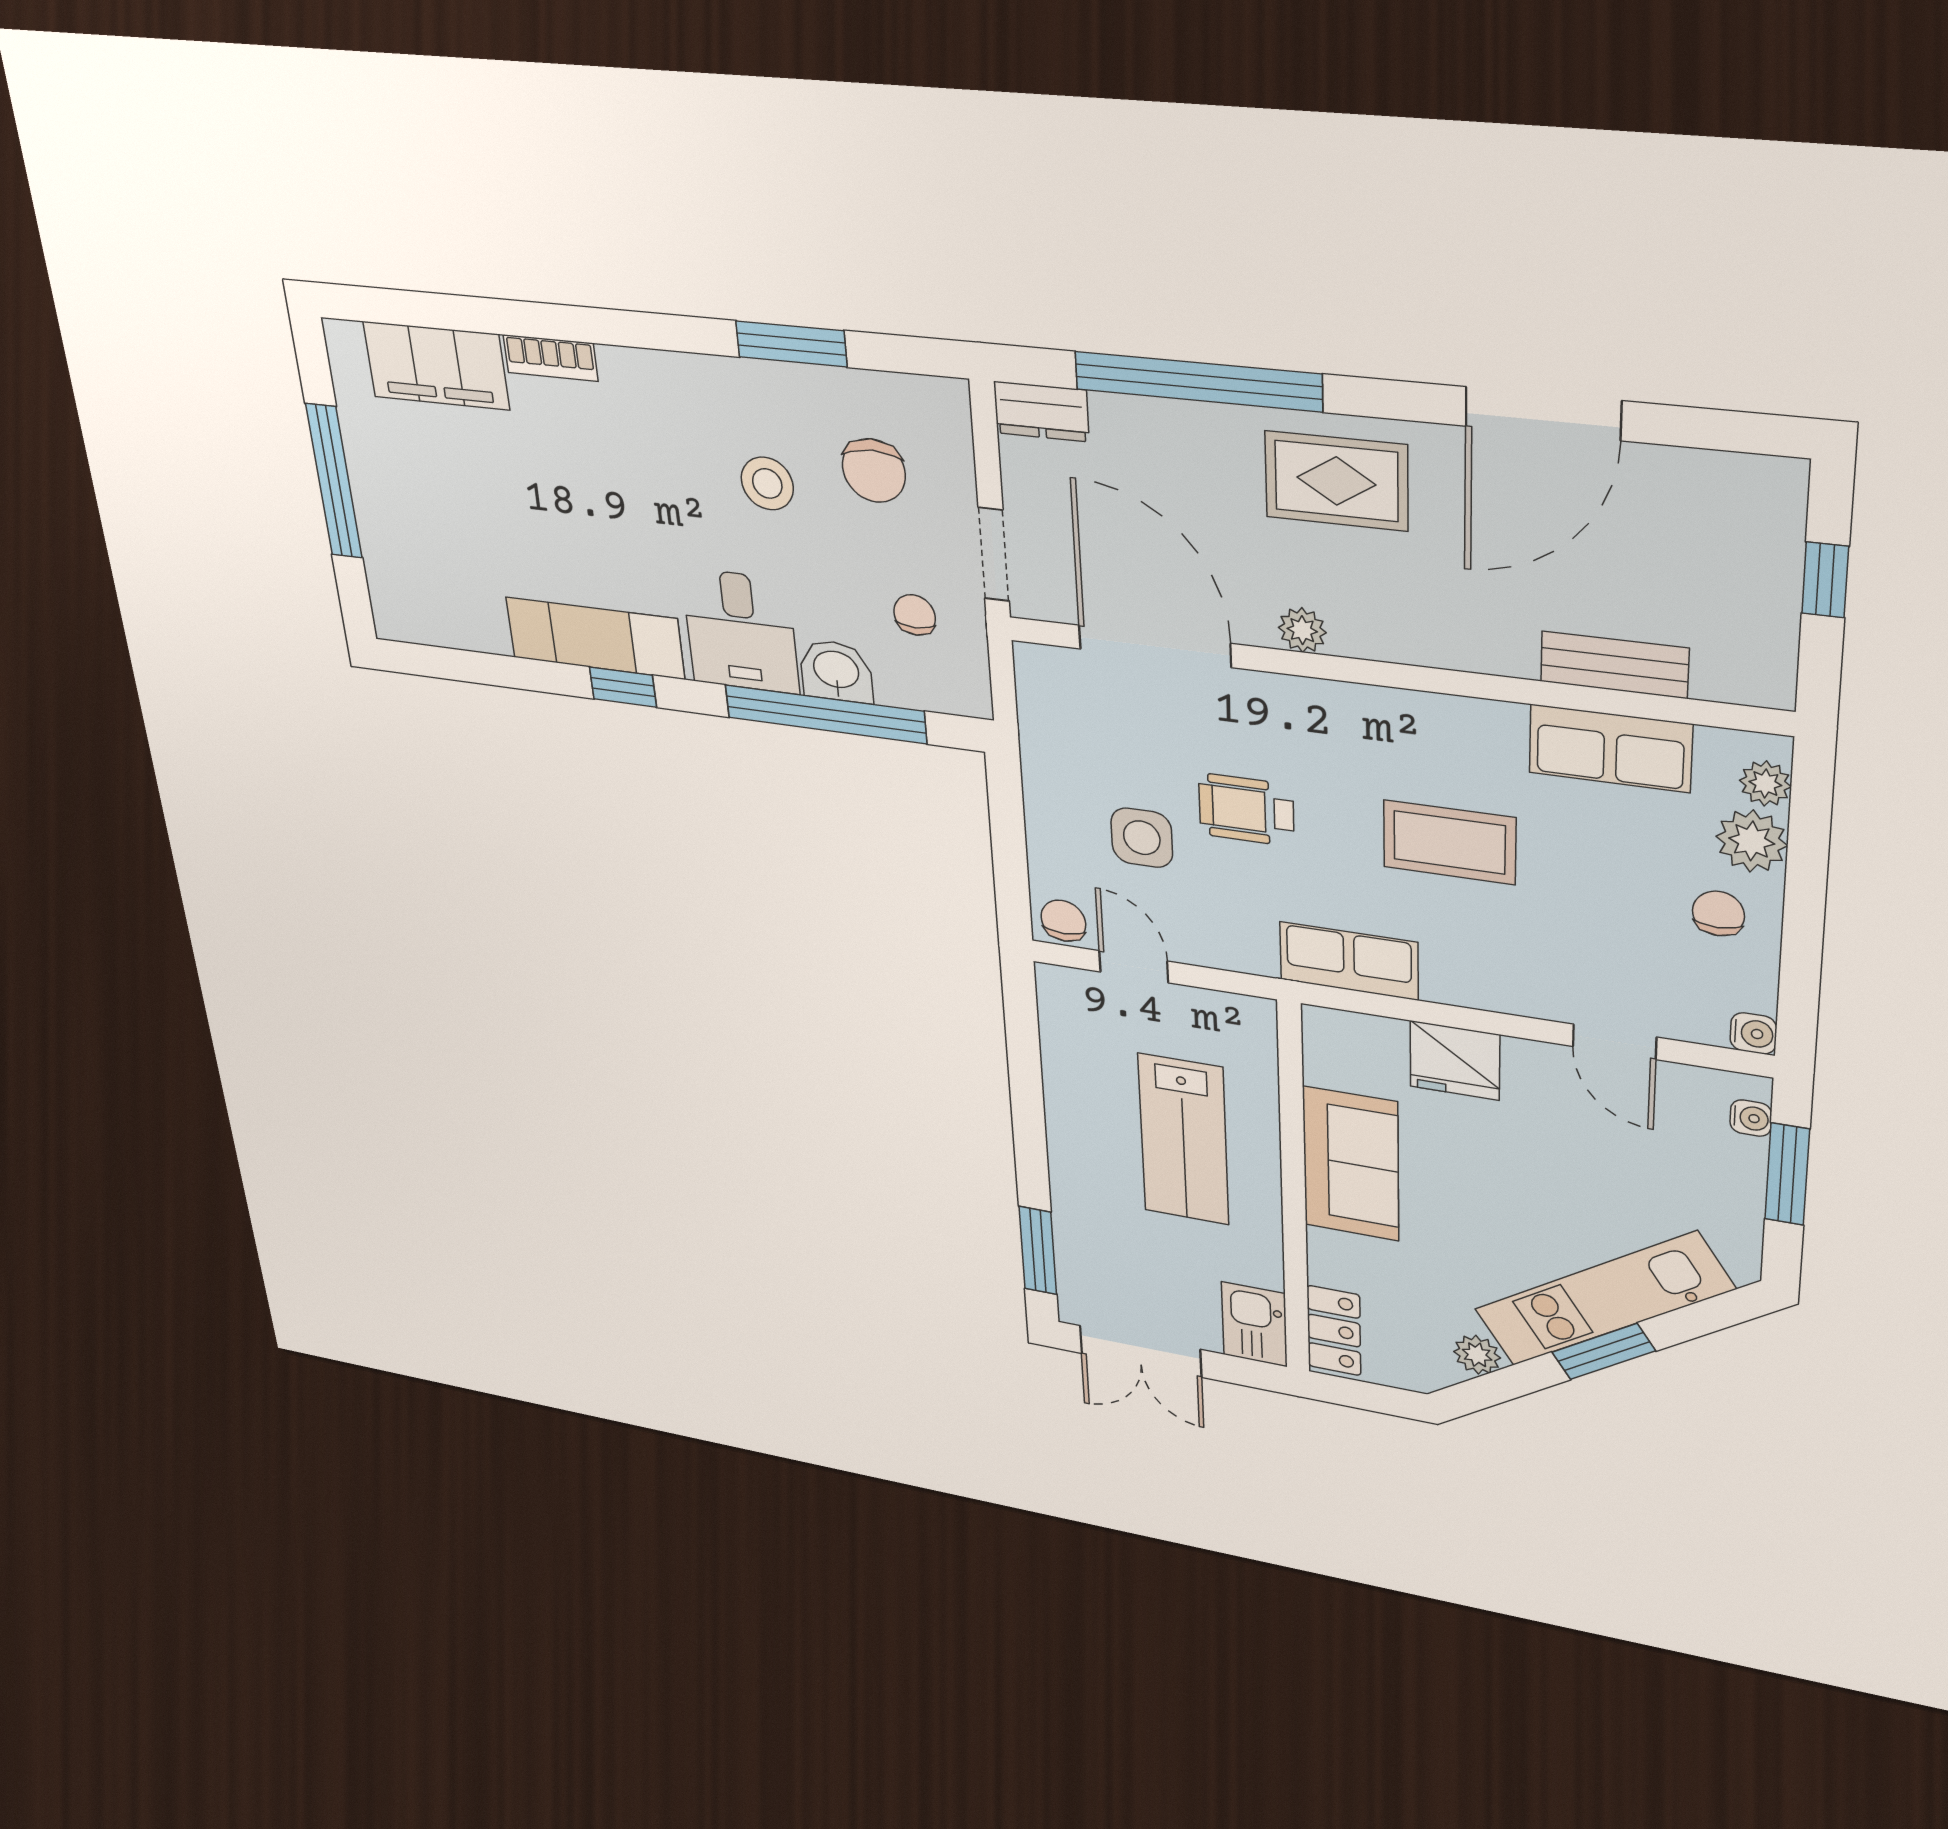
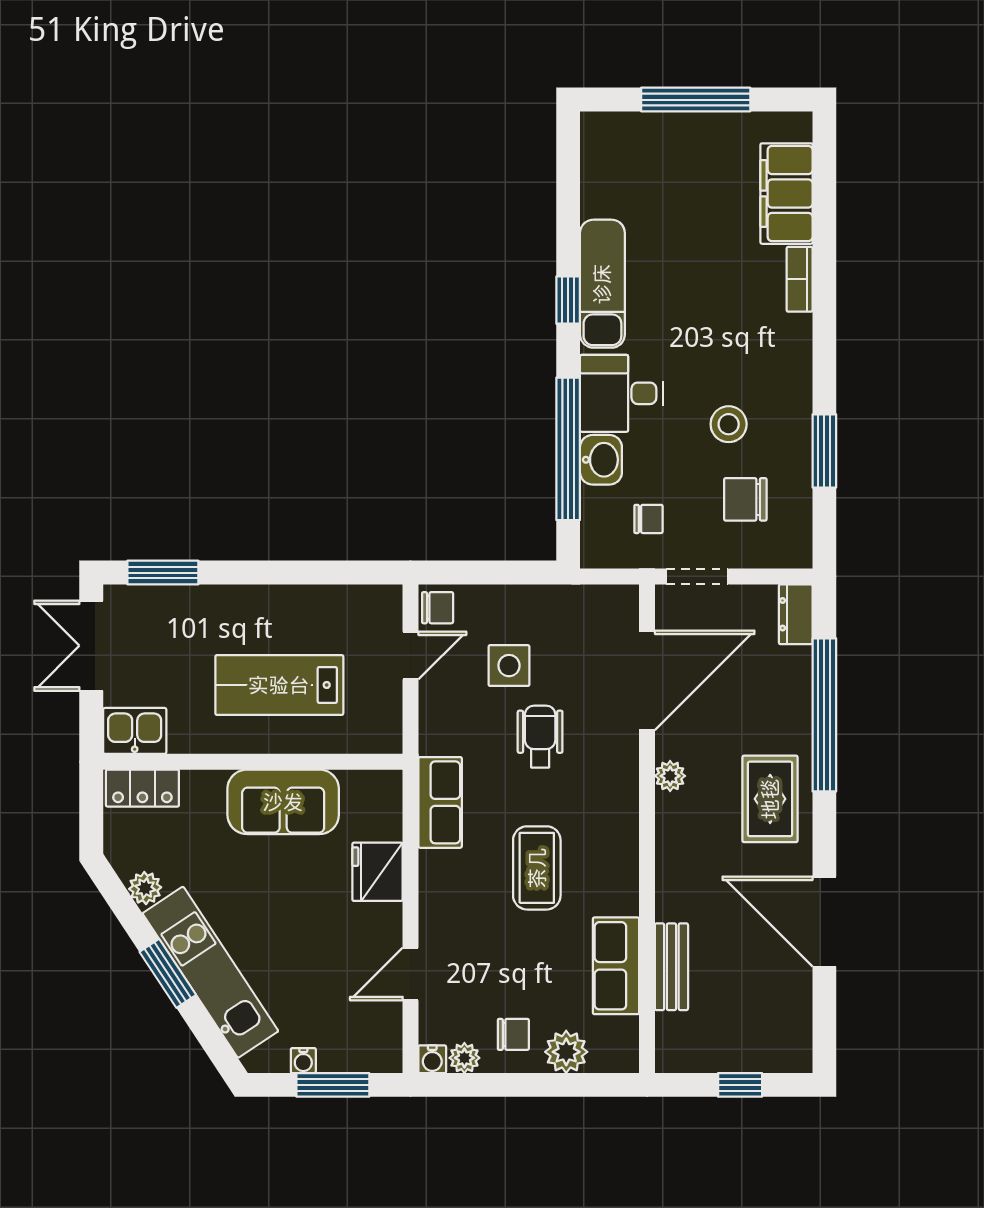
plant: (1765, 784) -> (464, 1058), moved
water cooler: (1751, 1118) -> (303, 1061), moved

